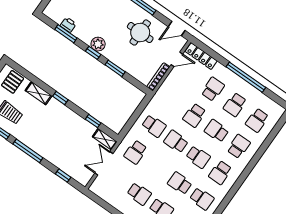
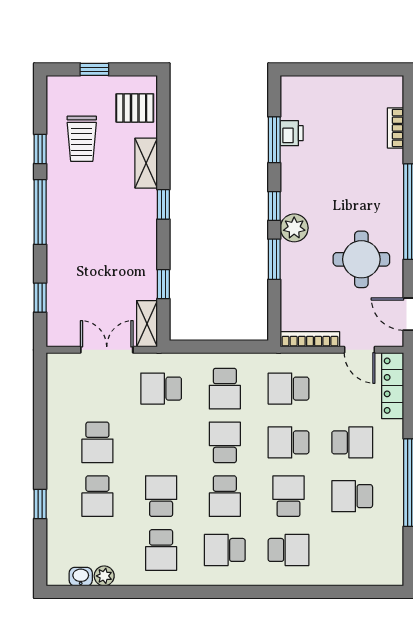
plant: (98, 44) -> (294, 228), moved
school desk: (257, 120) -> (288, 389), moved

